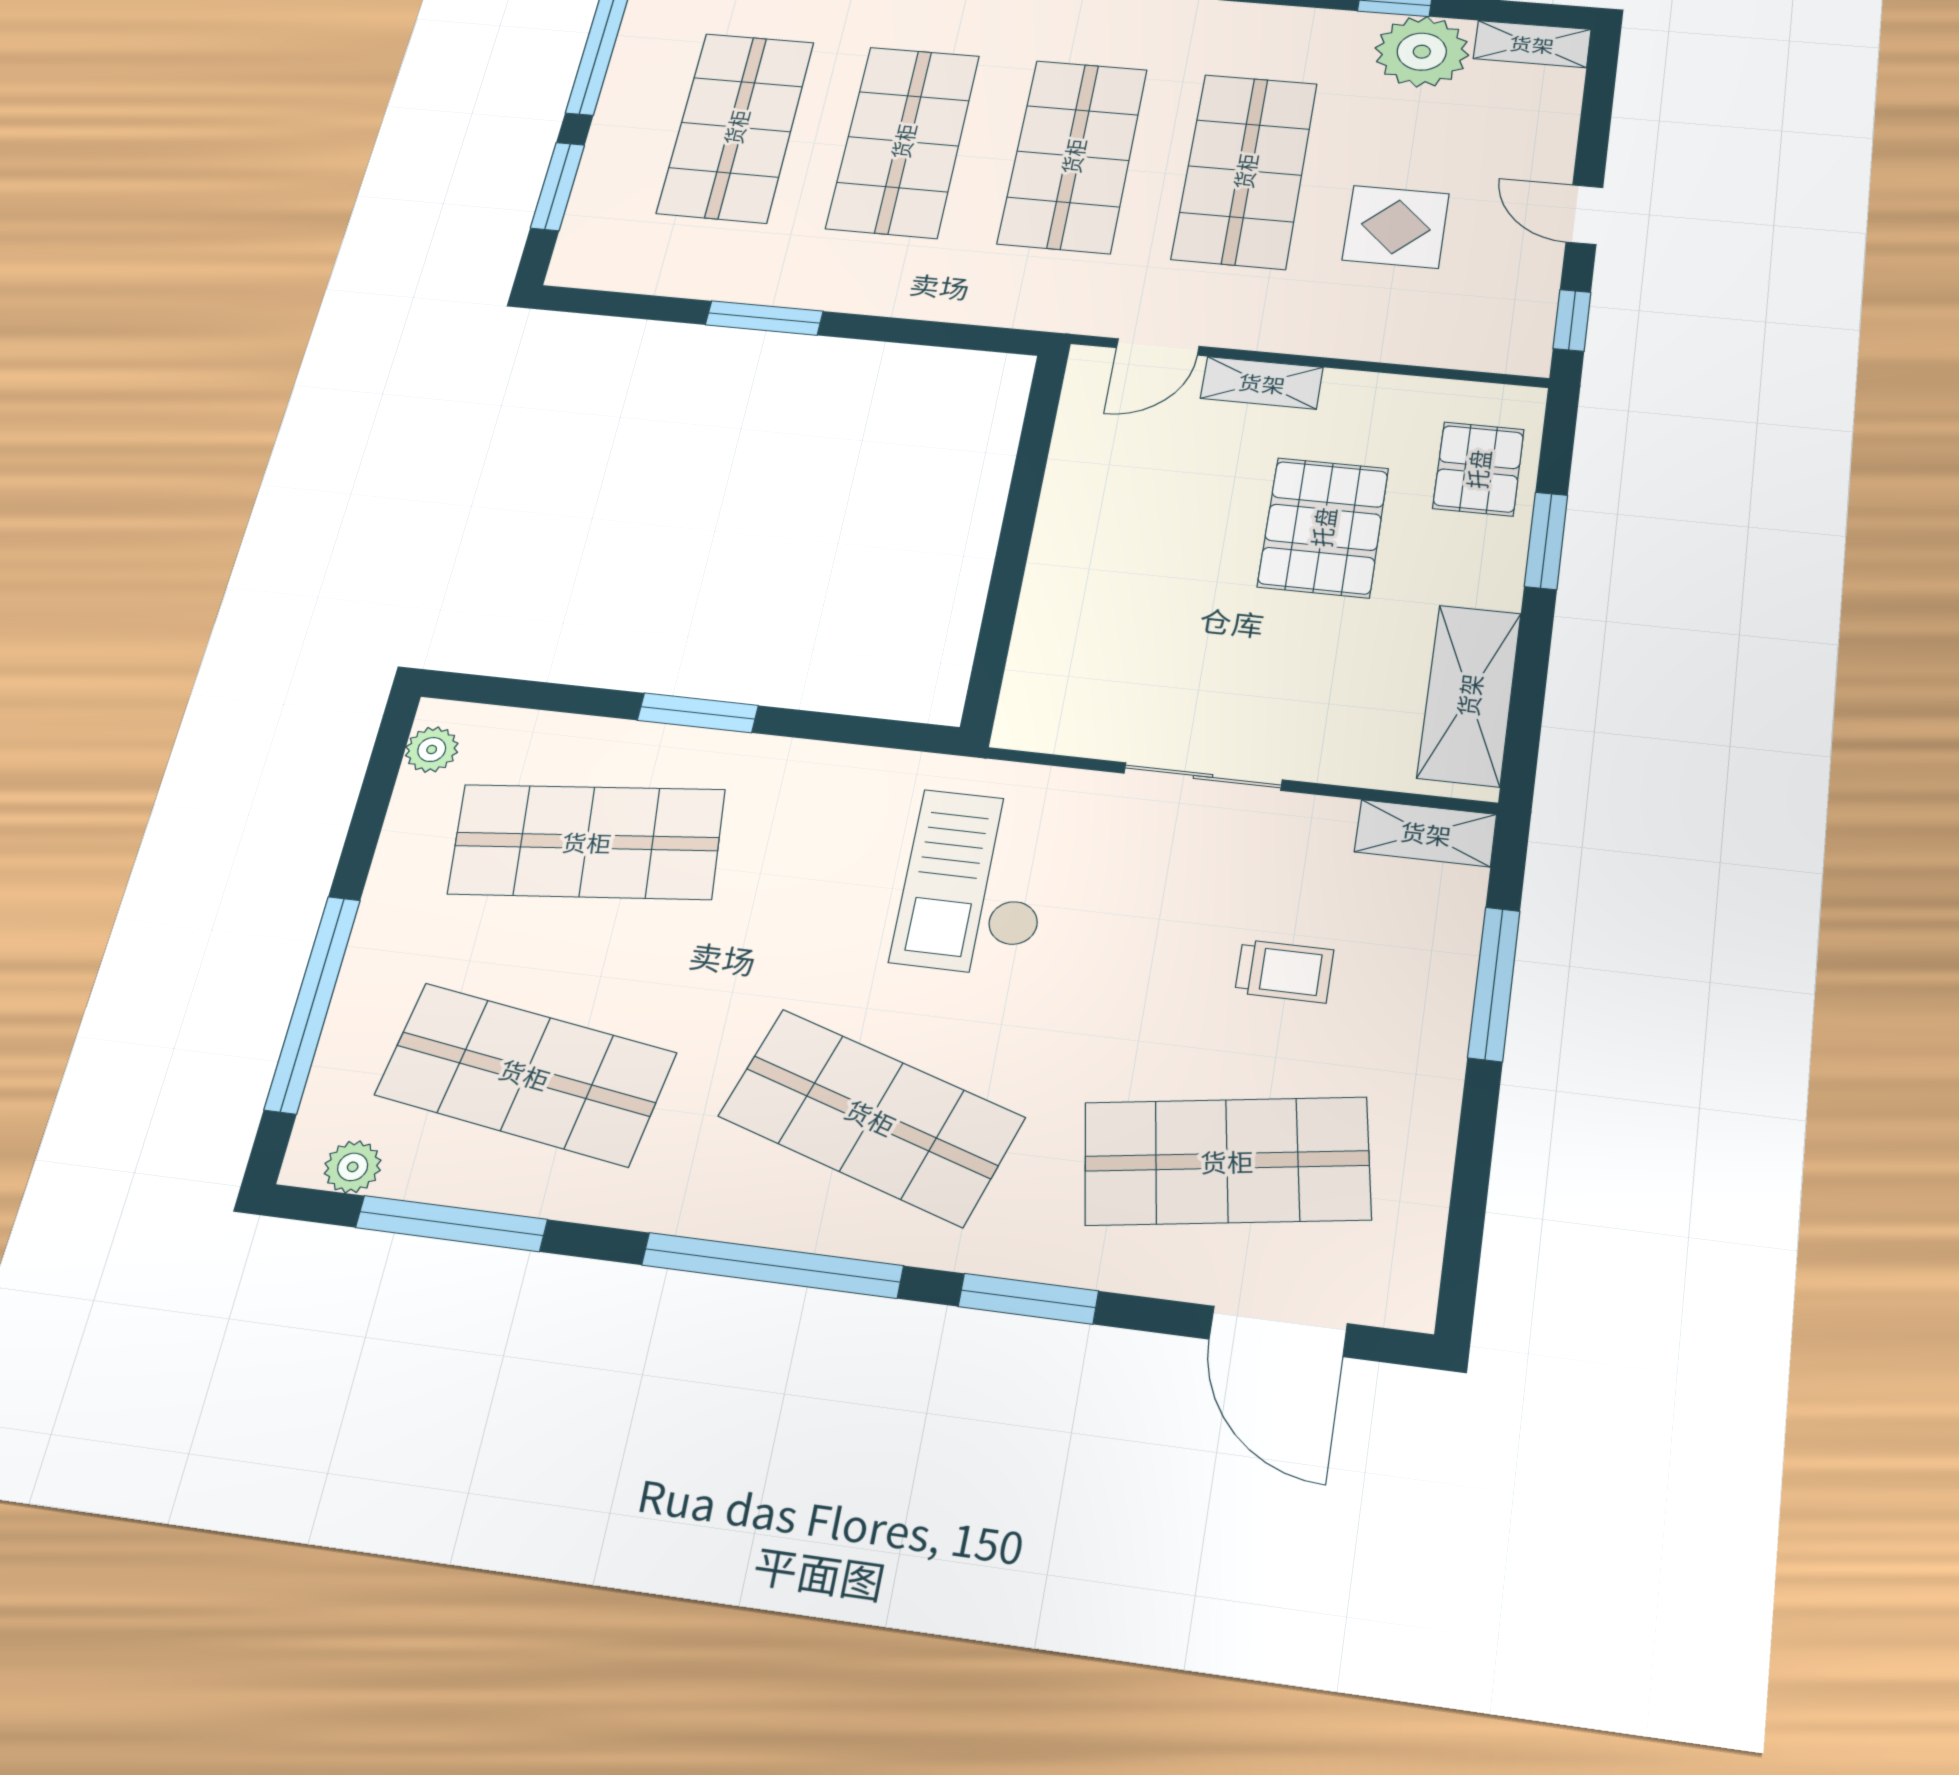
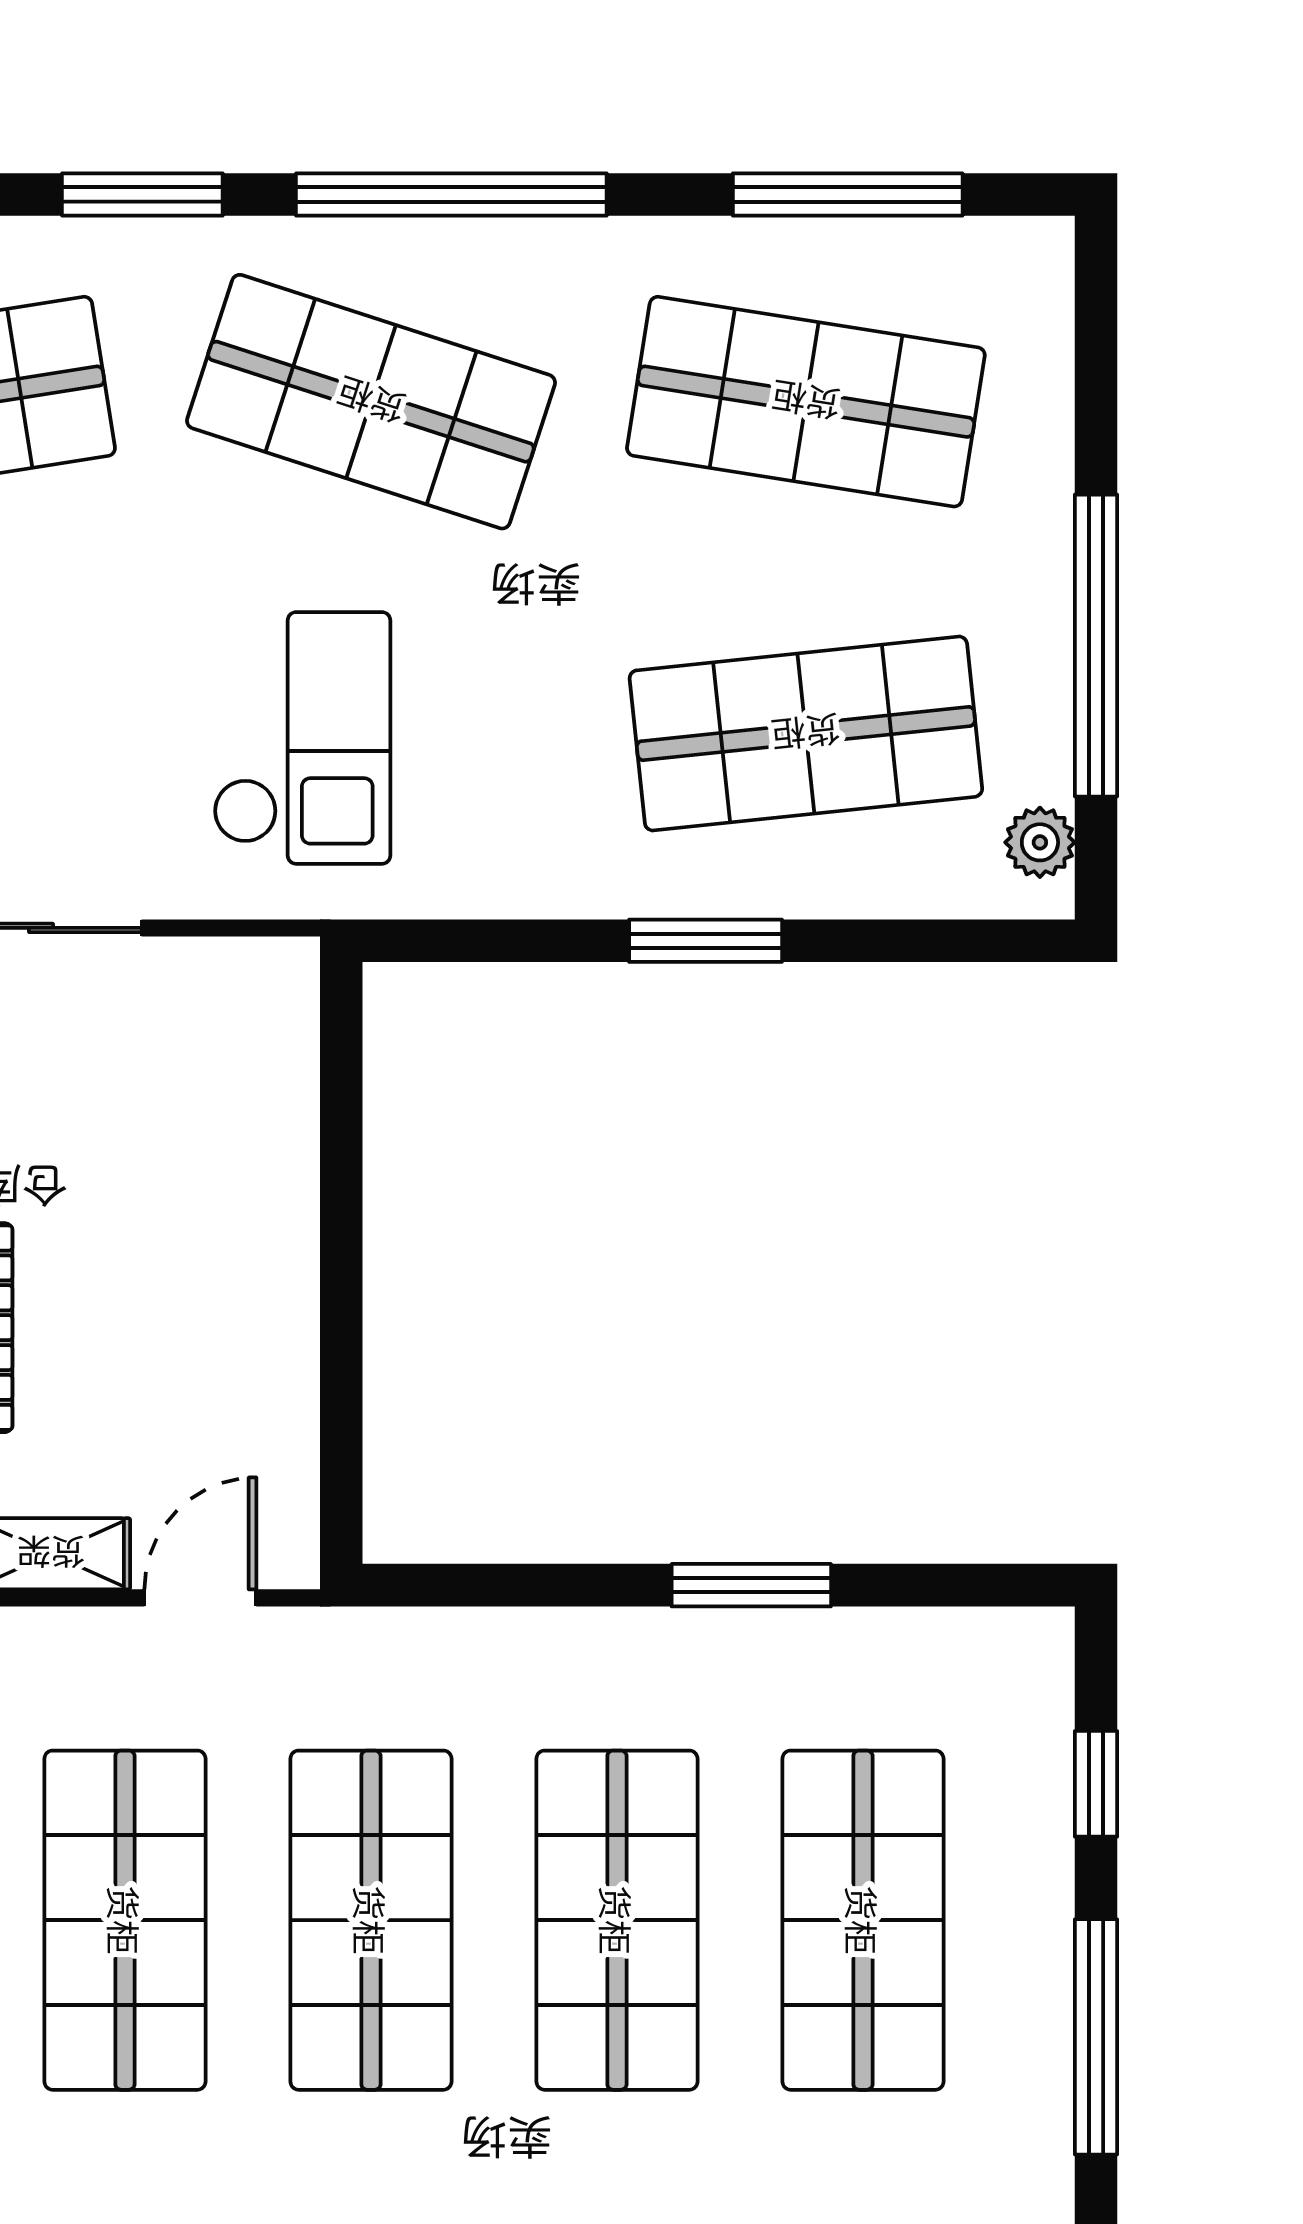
window: (558, 186) -> (1096, 1784), width x0.67
window: (313, 1004) -> (1096, 646), moved
plant: (353, 1167) -> (987, 251), removed

